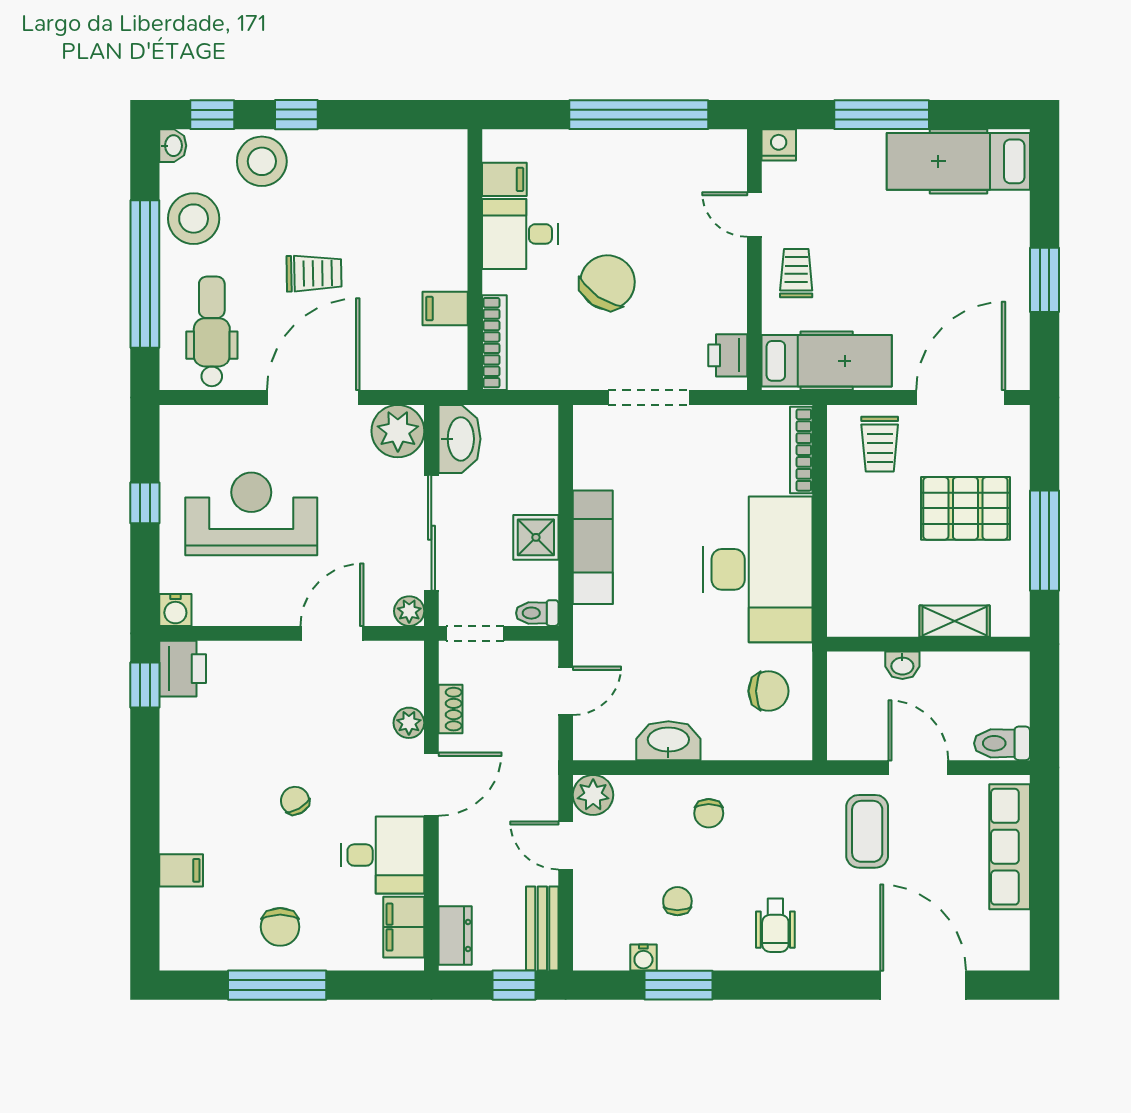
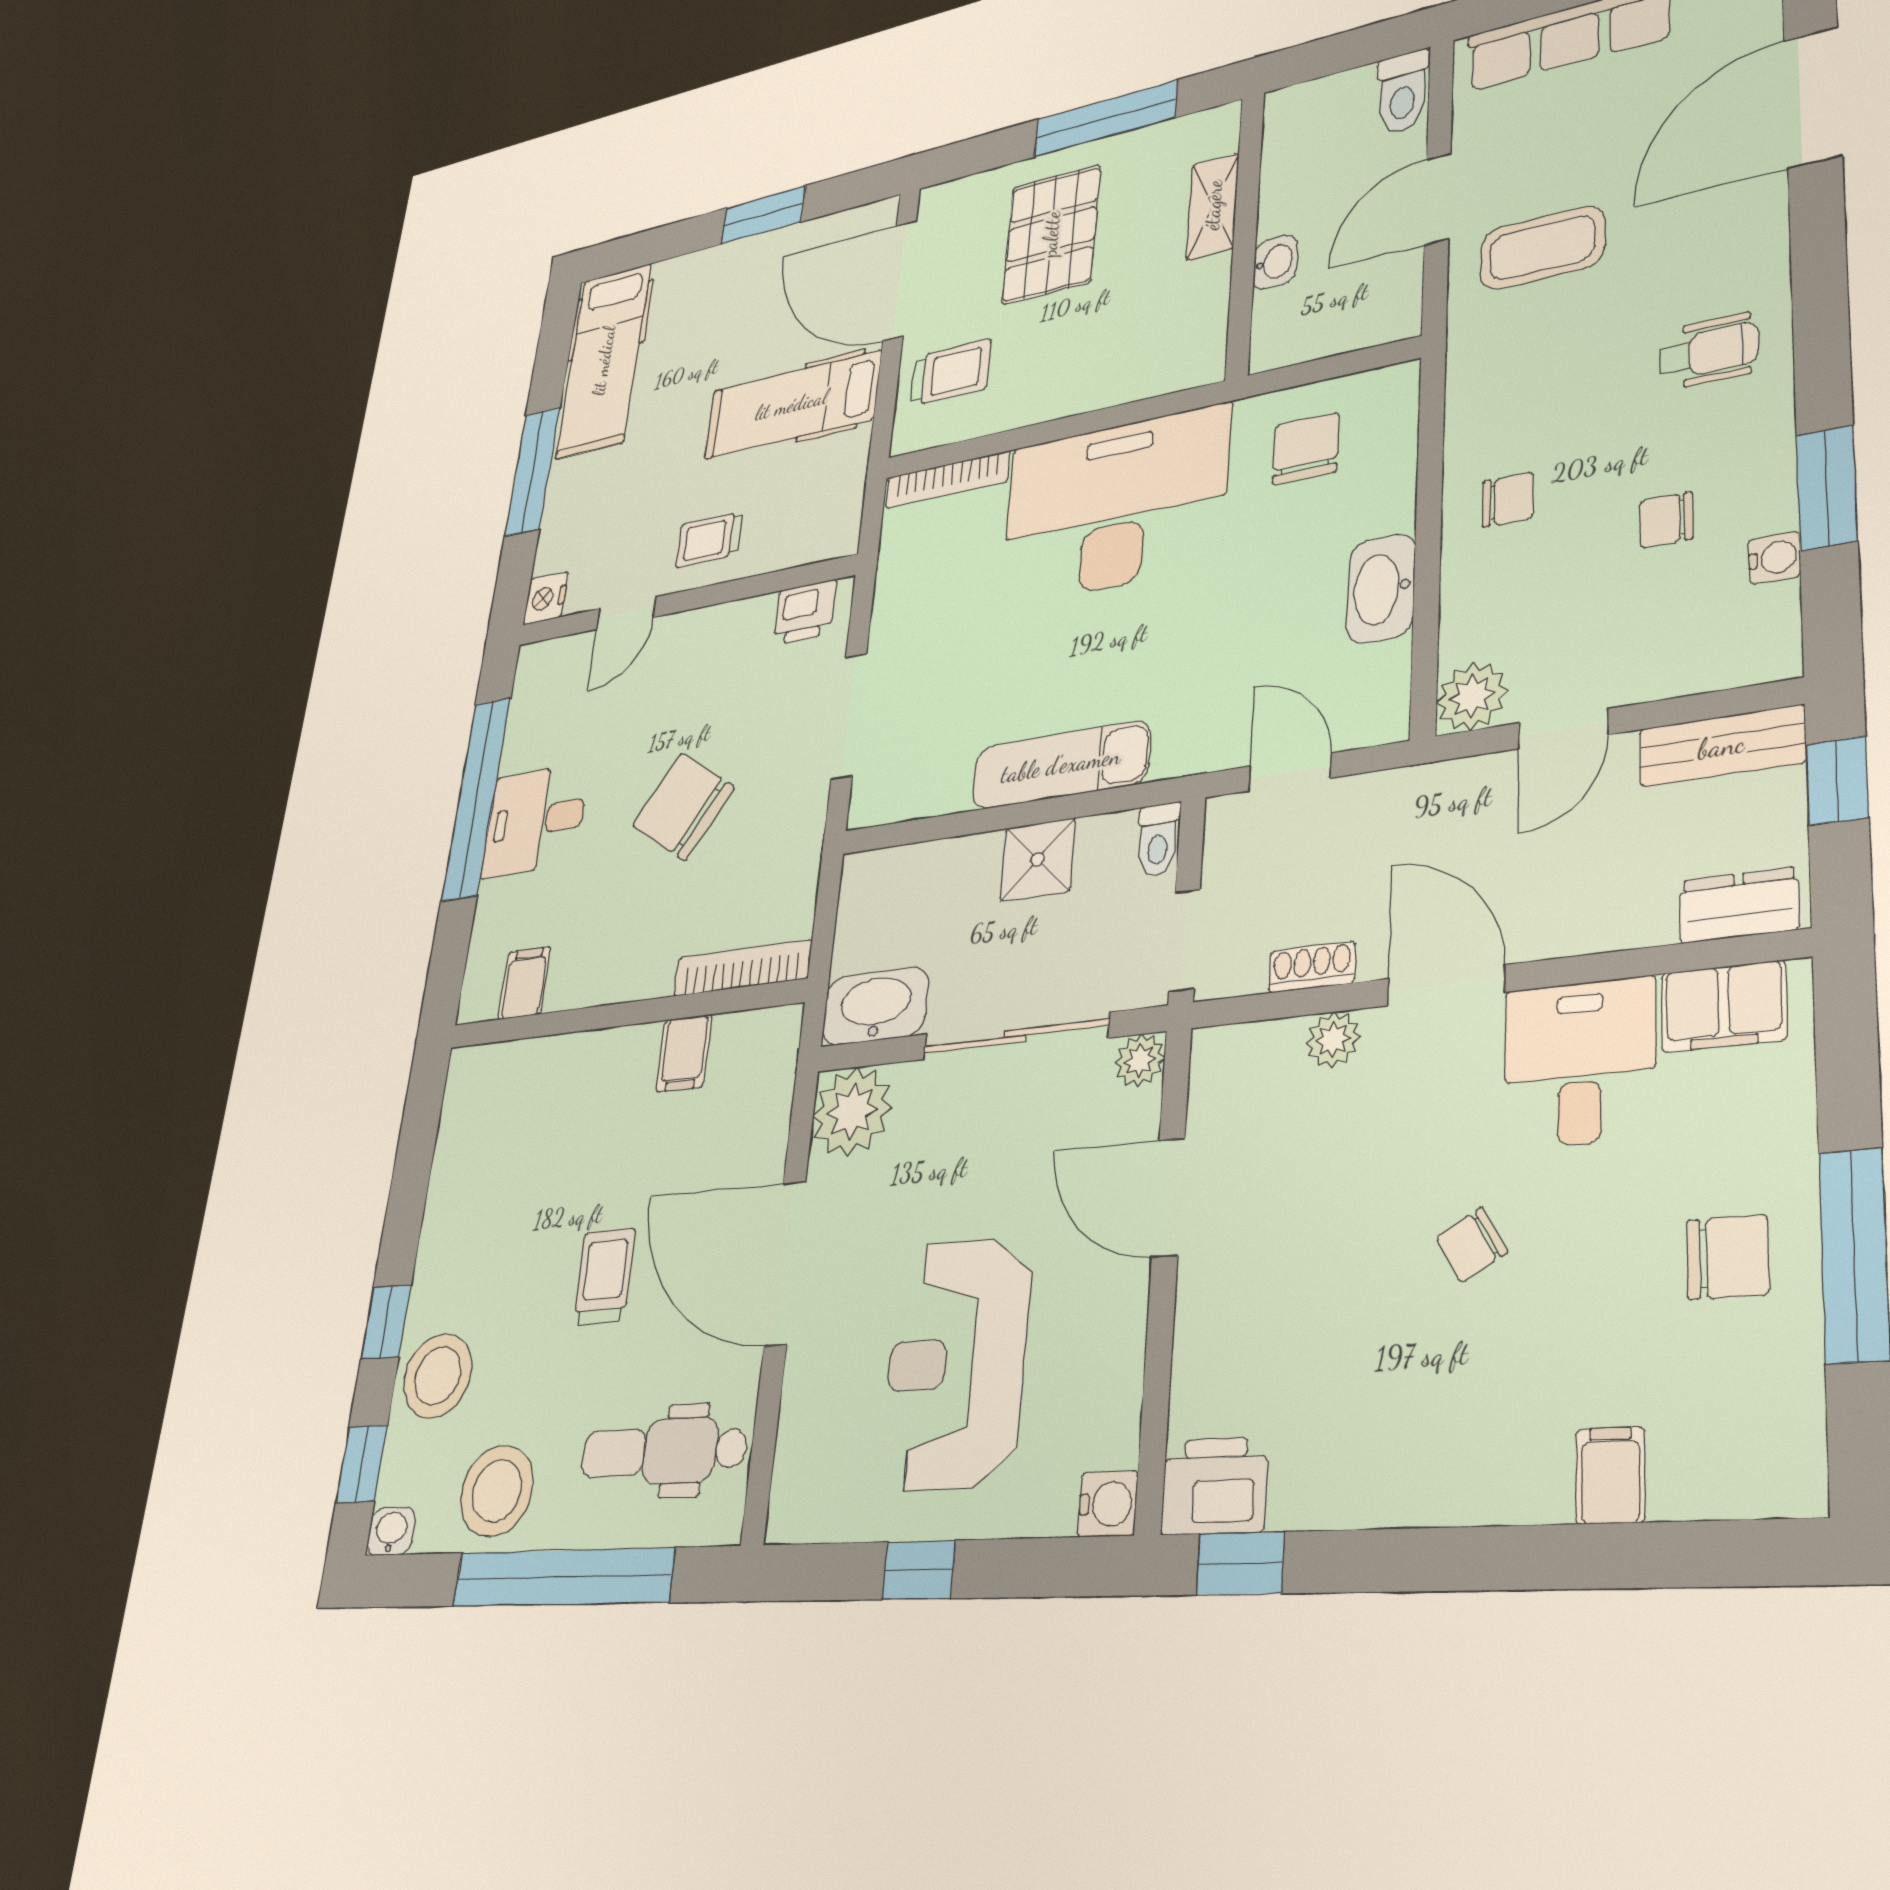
desk: (520, 234) -> (535, 820), moved, turned 90
hospital bed: (827, 361) -> (792, 405), moved, turned -90

